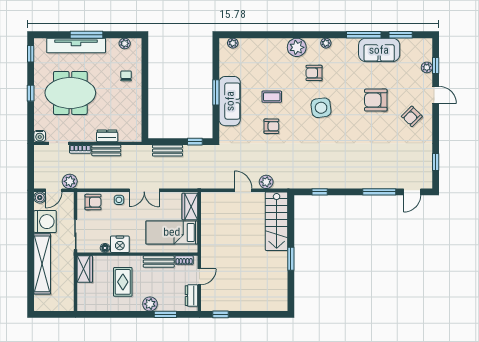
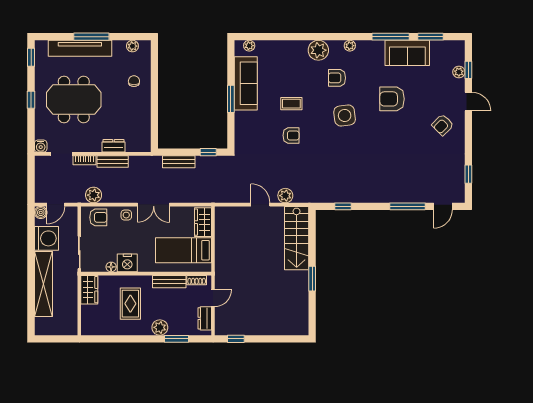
armchair: (376, 100) -> (392, 99), moved
sofa: (230, 101) -> (246, 83), moved
plant: (70, 181) -> (94, 195), moved

